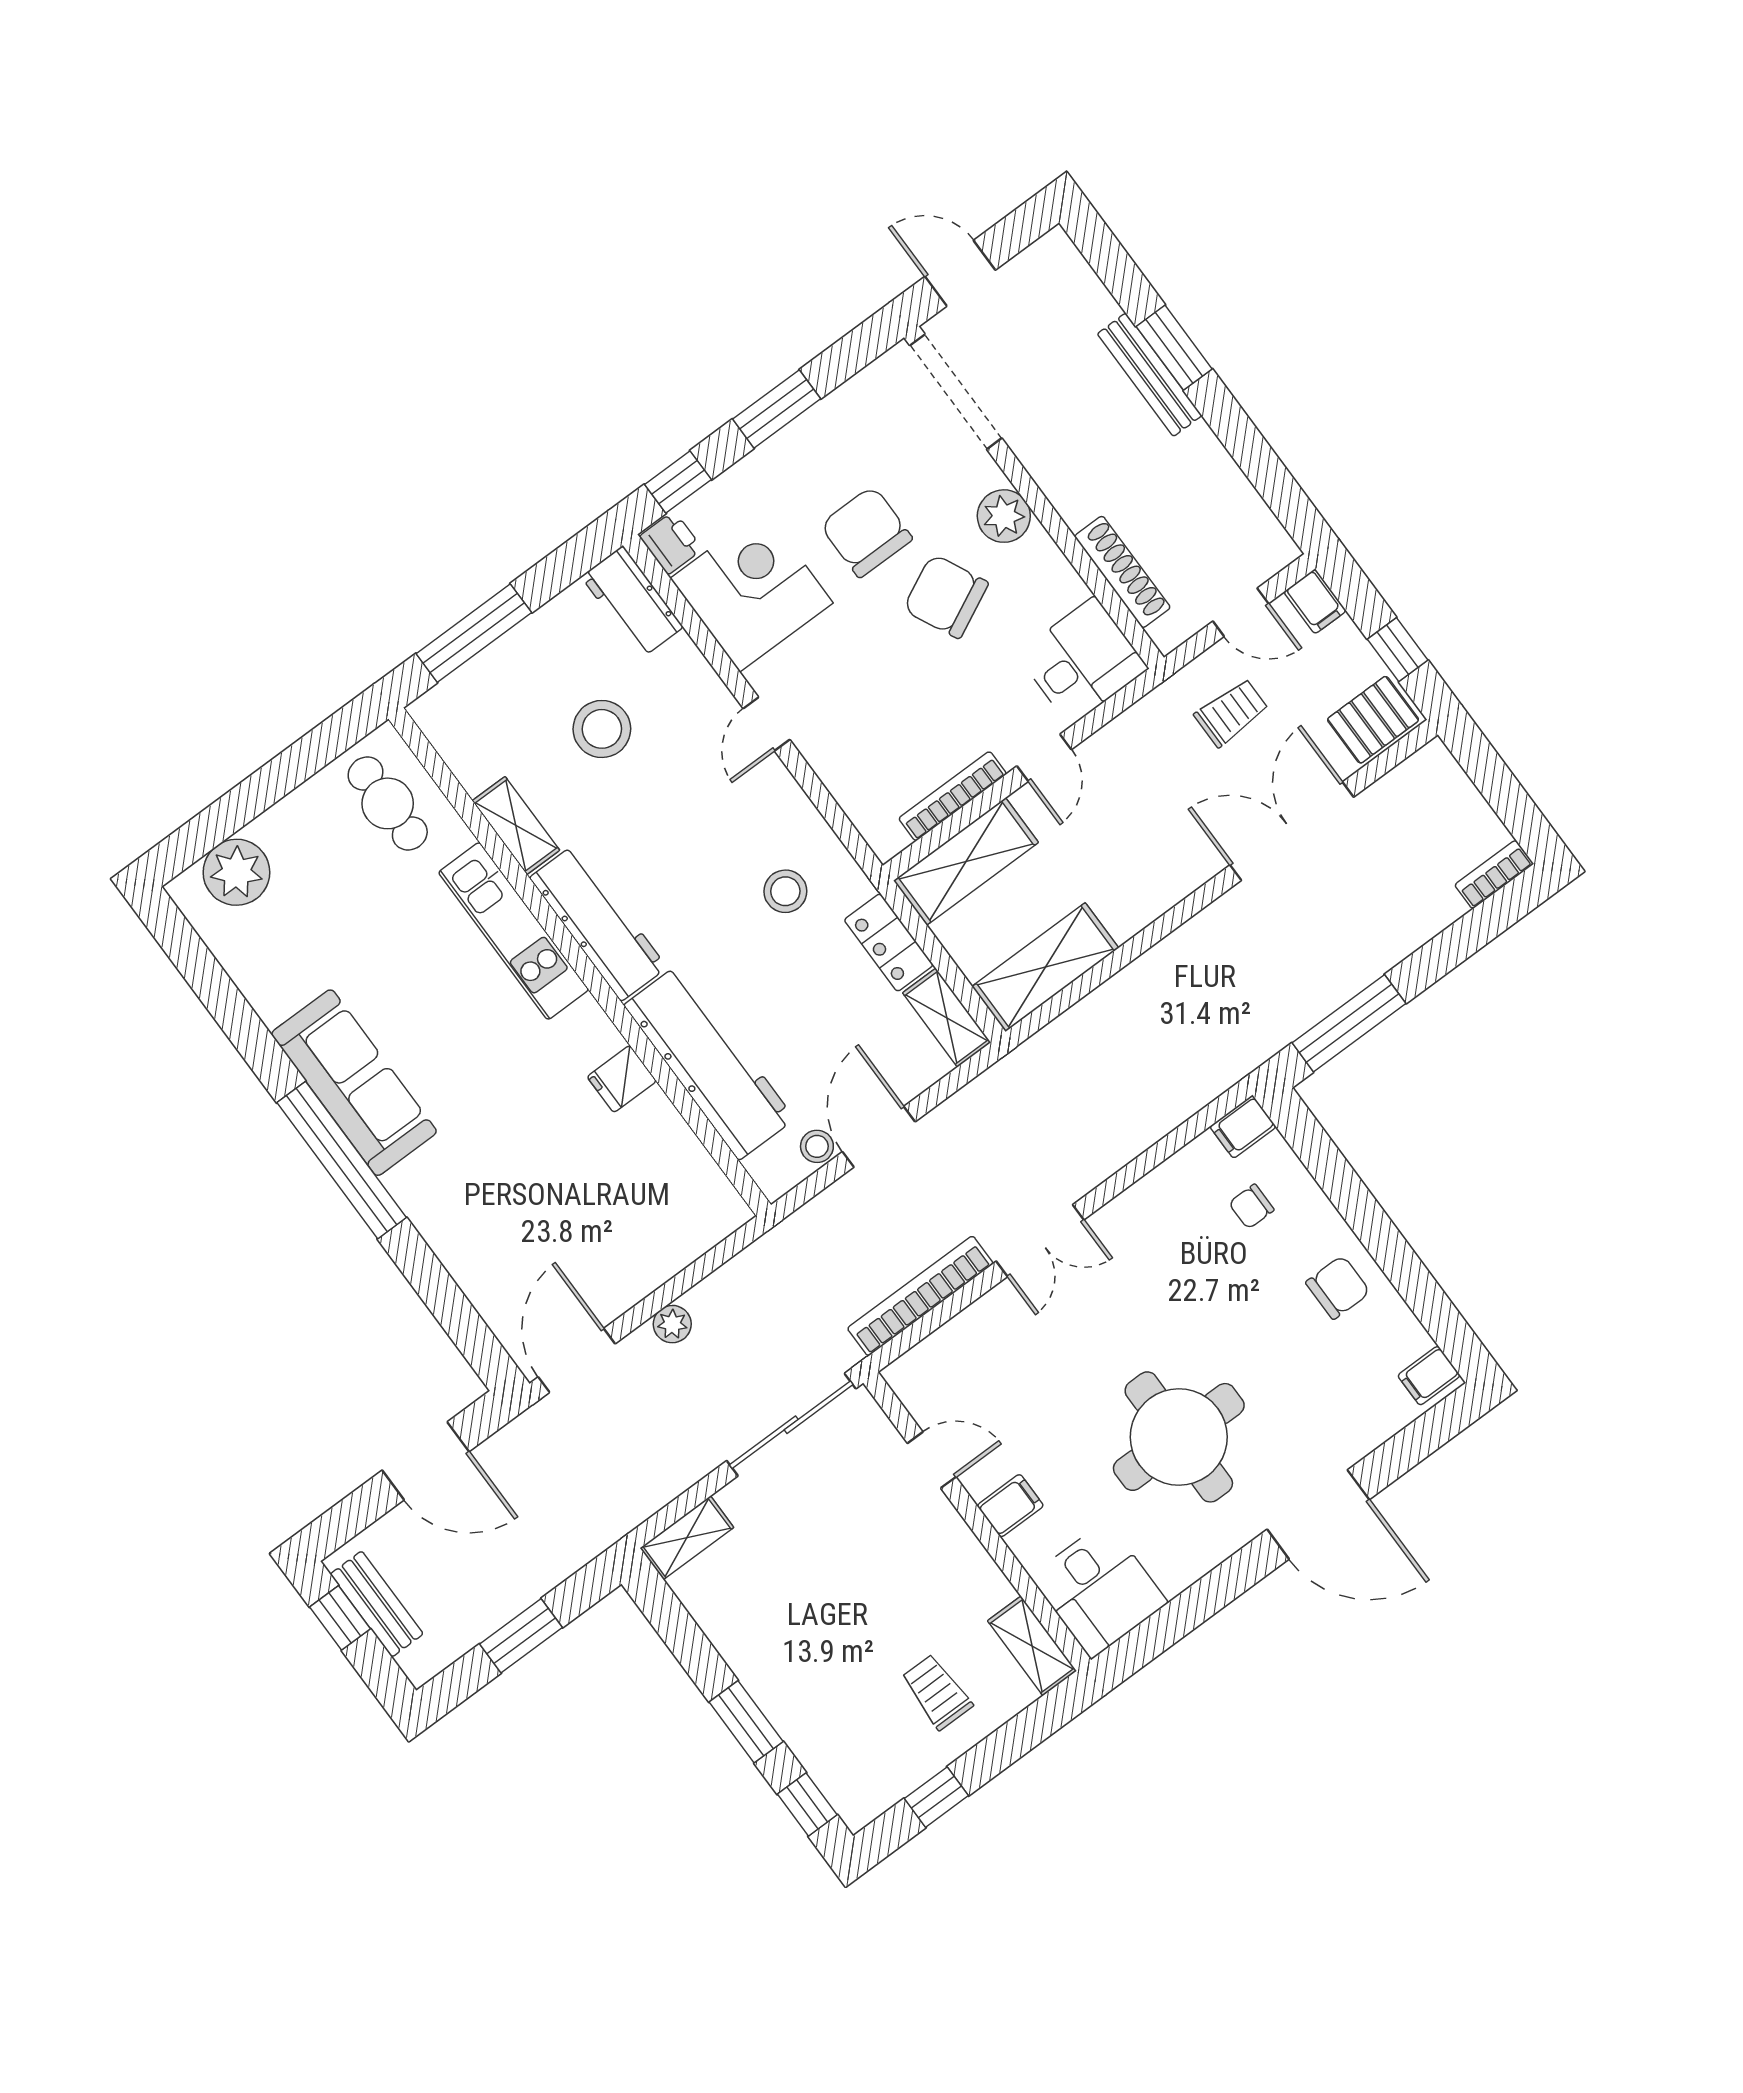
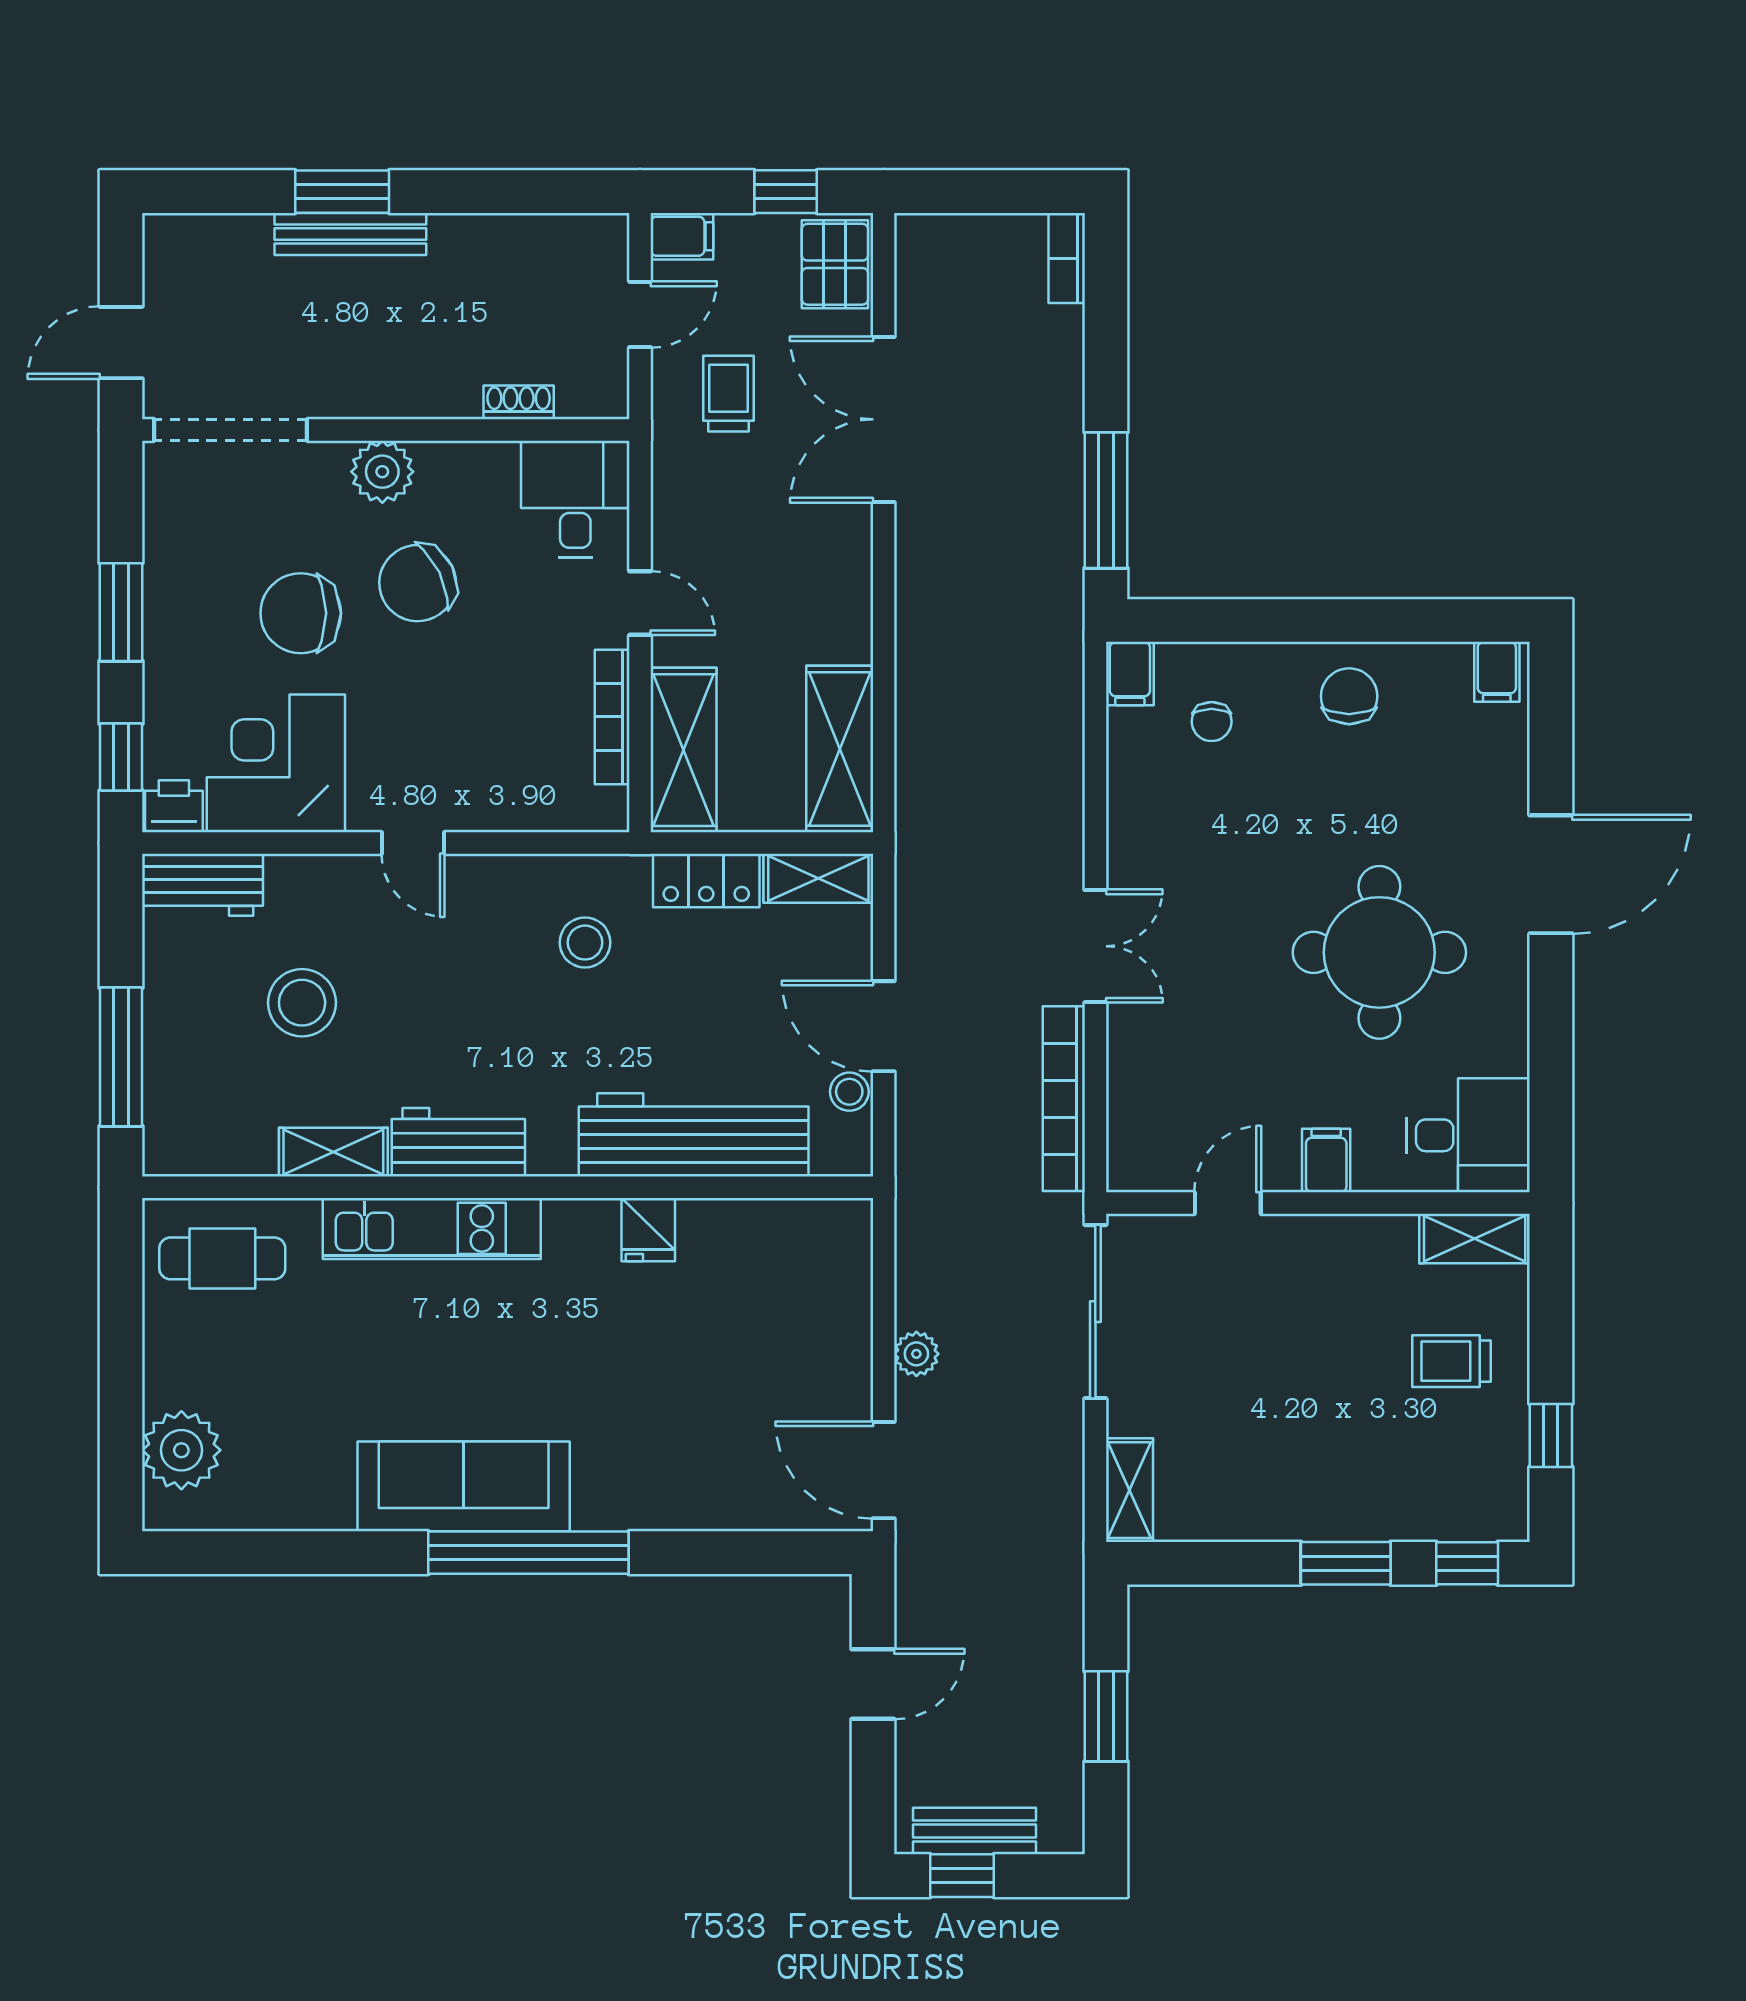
shoe rack: (1122, 572) -> (519, 402), width x0.51, depth x0.81
workbench: (598, 923) -> (458, 1142), width x0.73
door: (426, 1461) -> (873, 1684), width x0.73

